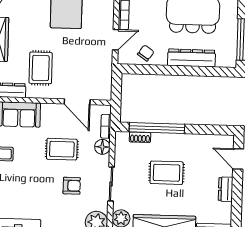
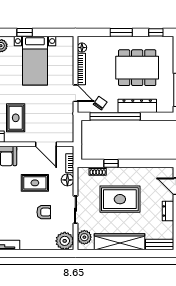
door: (116, 40) -> (75, 93), hinge flipped
window: (164, 70) -> (115, 116), added
window: (157, 128) -> (111, 163), width x0.32
rug: (167, 173) -> (120, 199), width x1.36, depth x1.43

